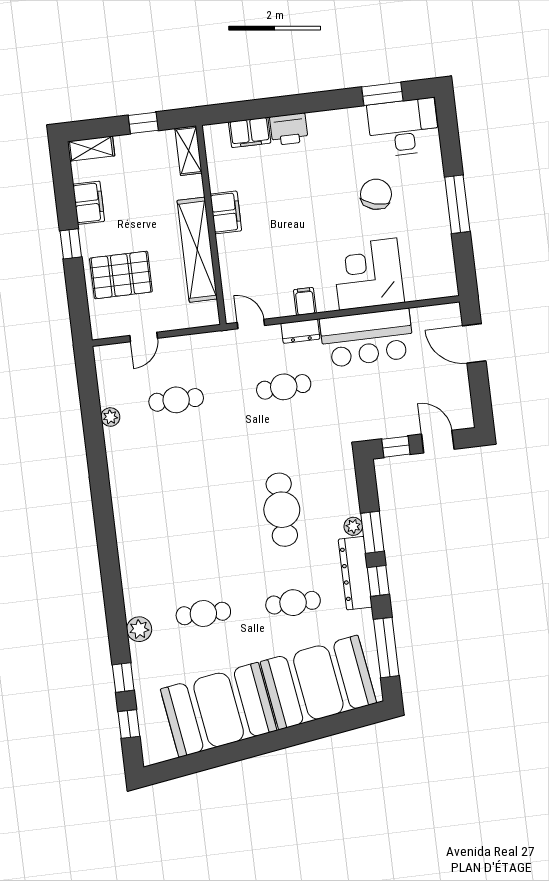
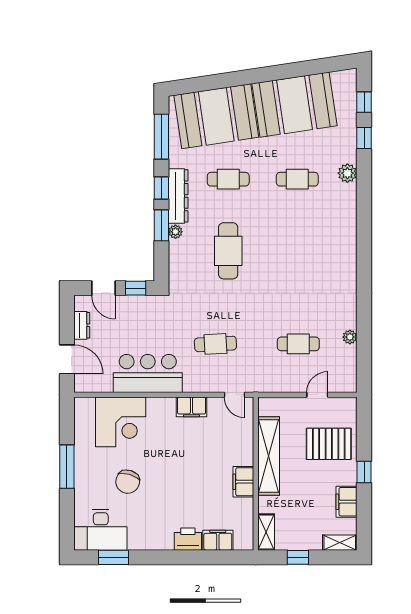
corner desk: (368, 274) -> (121, 422), moved
filing cabinet: (305, 301) -> (191, 407), width x2.00
dresser: (300, 331) -> (82, 325), moved, turned 90

